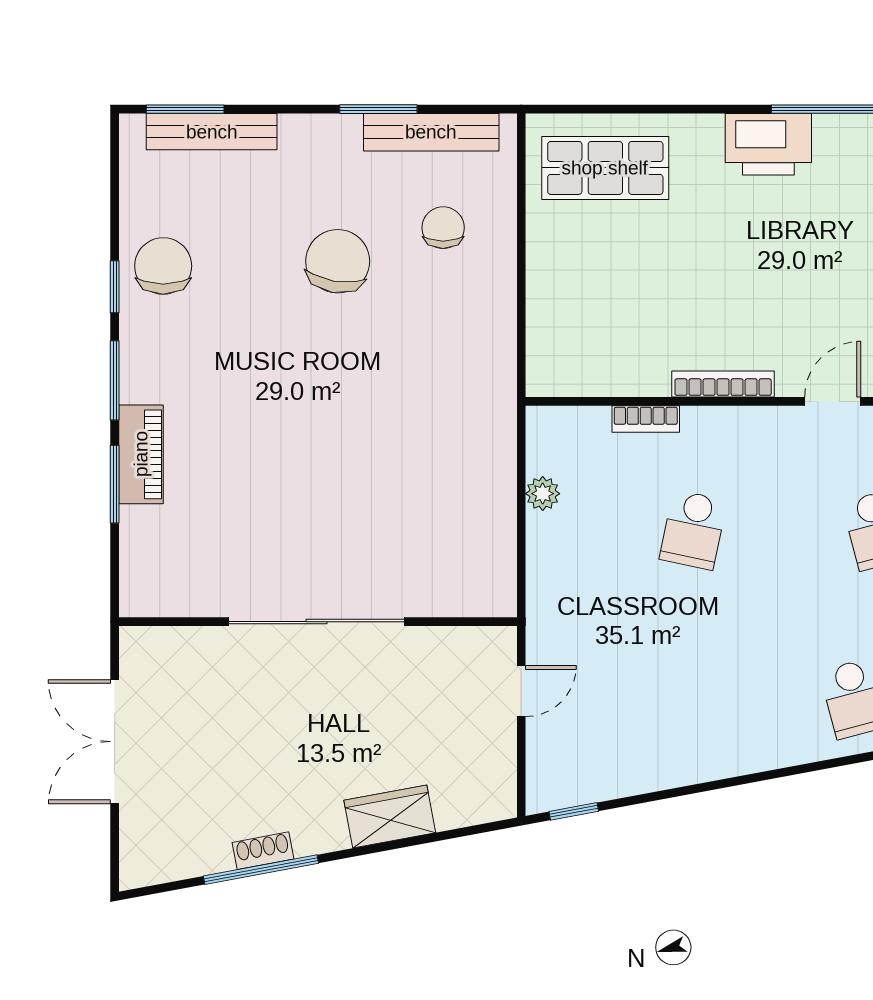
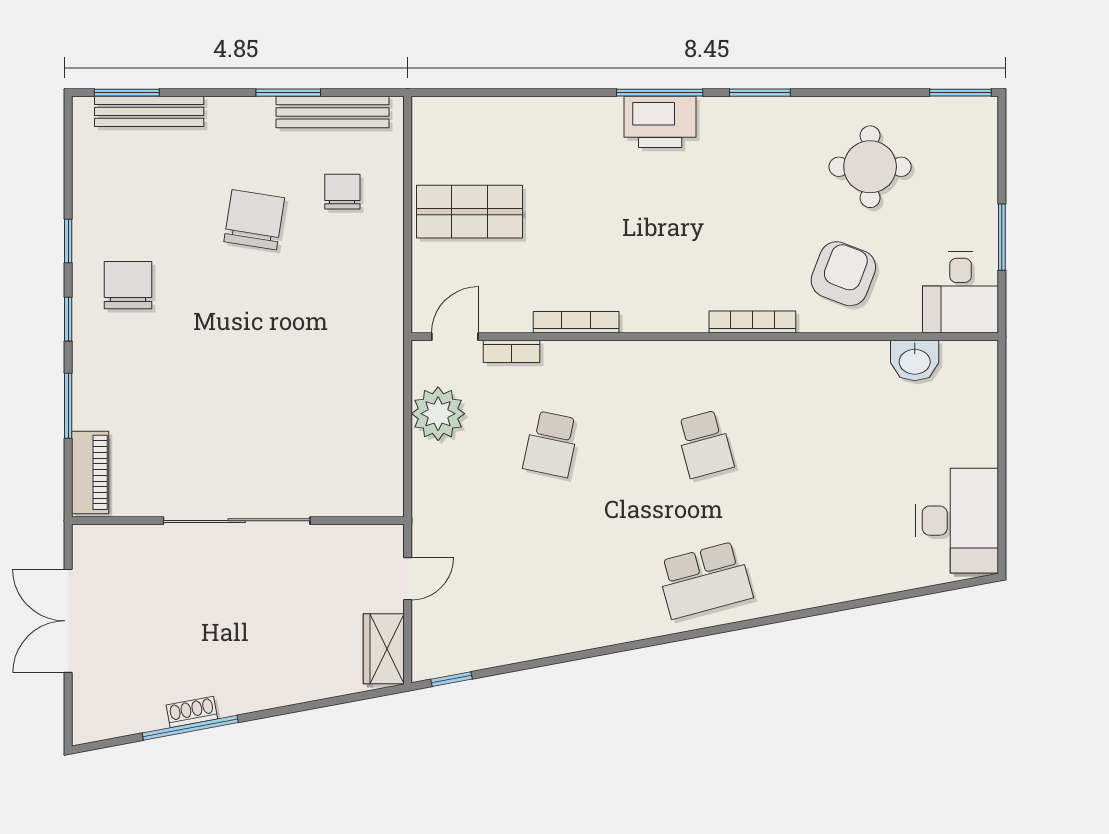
printer: (768, 144) -> (660, 122), moved
shop shelf: (605, 168) -> (470, 212), moved
chair: (163, 266) -> (128, 285), moved
window: (115, 380) -> (68, 319), width x0.67
door: (833, 401) -> (455, 337), moved
piano: (141, 454) -> (90, 472), moved
plant: (543, 494) -> (438, 414), width x1.88, depth x1.88
wardrobe: (390, 816) -> (384, 649), moved, turned -79

